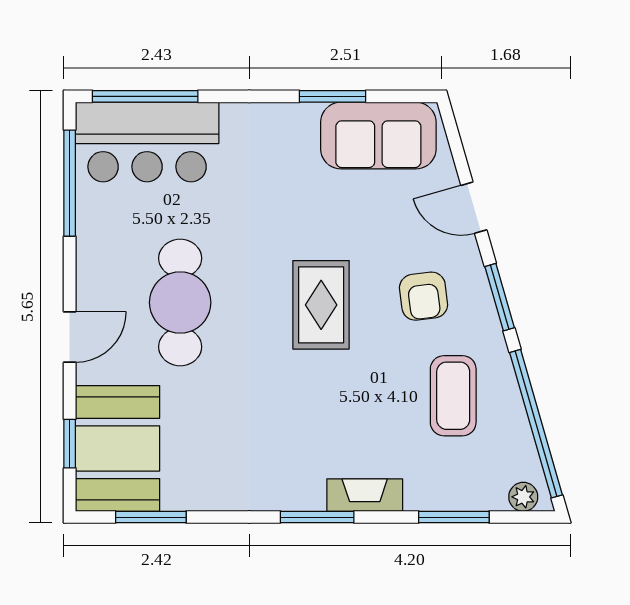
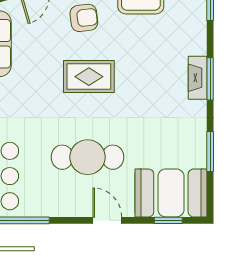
fireplace: (365, 495) -> (198, 78), moved
window: (151, 517) -> (210, 151), moved

